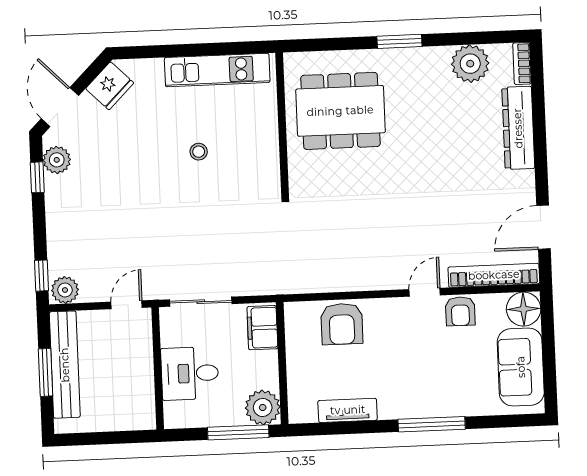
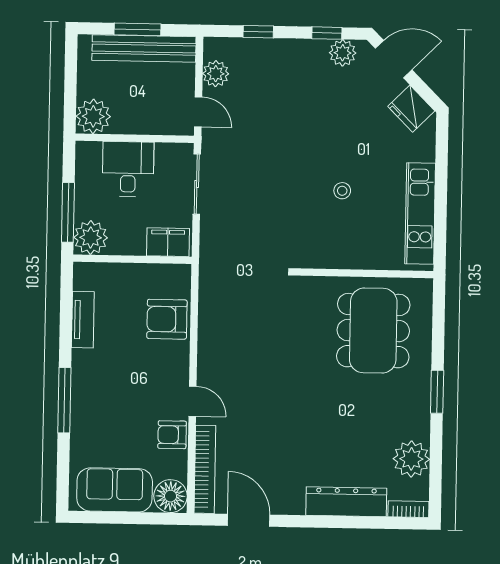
window: (41, 276) -> (258, 32), moved
plant: (65, 290) -> (216, 74), moved
plant: (138, 412) -> (93, 116), added

